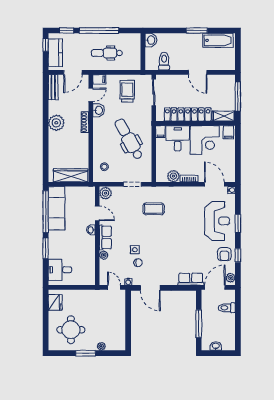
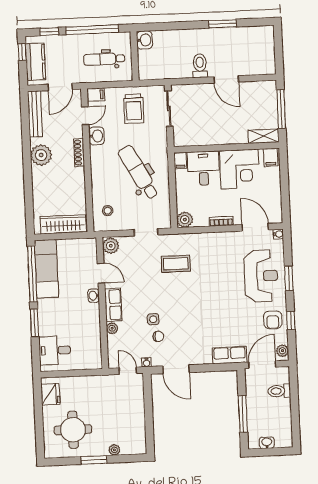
washbasin: (151, 40) -> (144, 40), moved
bathtub: (218, 40) -> (251, 36), removed
wall: (143, 52) -> (135, 56), moved
toilet: (164, 61) -> (200, 66), moved
bench: (53, 87) -> (35, 114), width x1.36
trolley: (127, 91) -> (134, 109), turned 180
locker: (188, 114) -> (215, 136), removed
plant: (173, 176) -> (185, 220), moved

